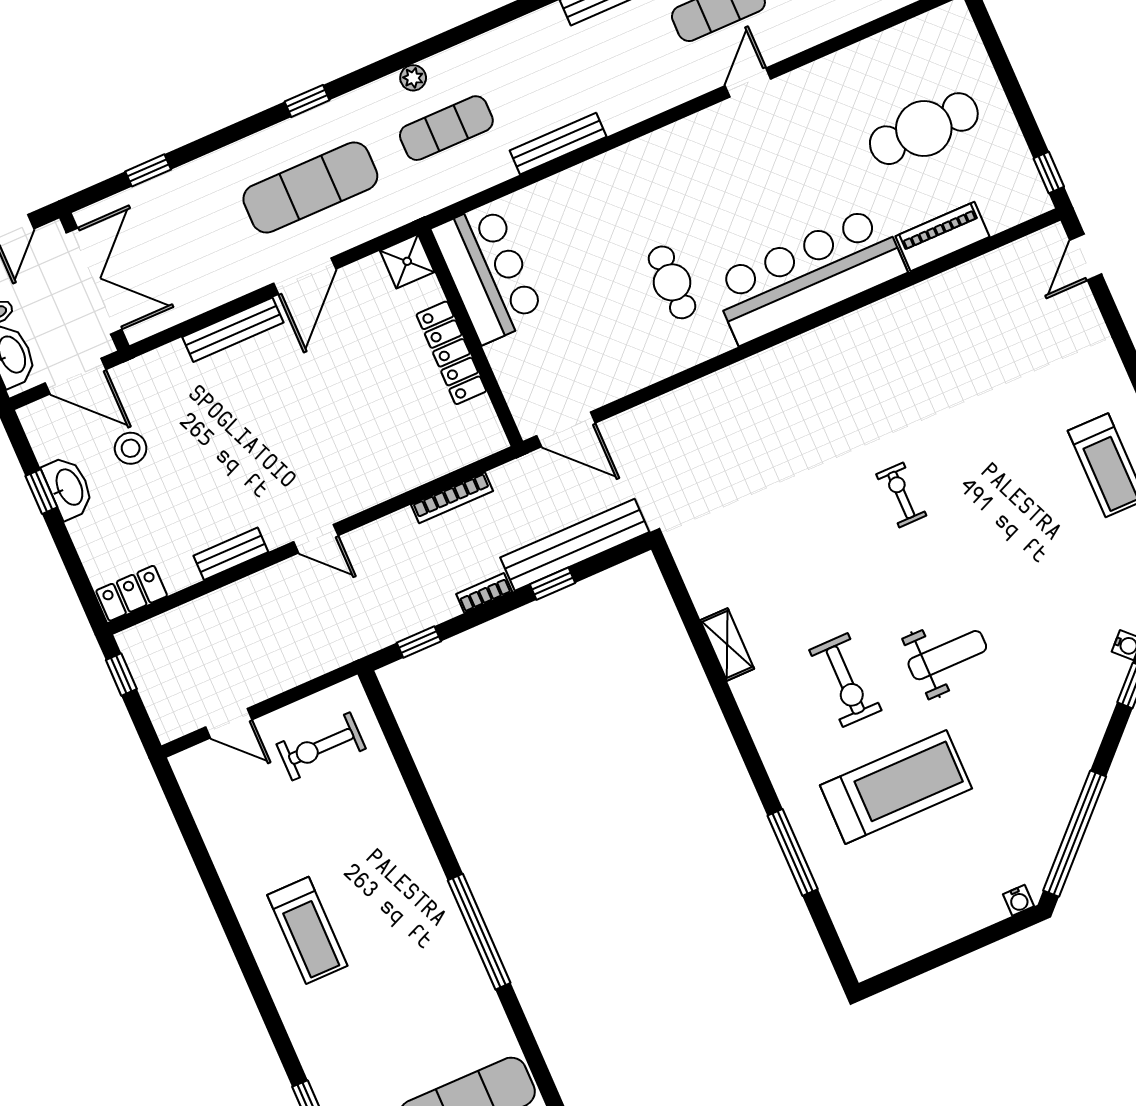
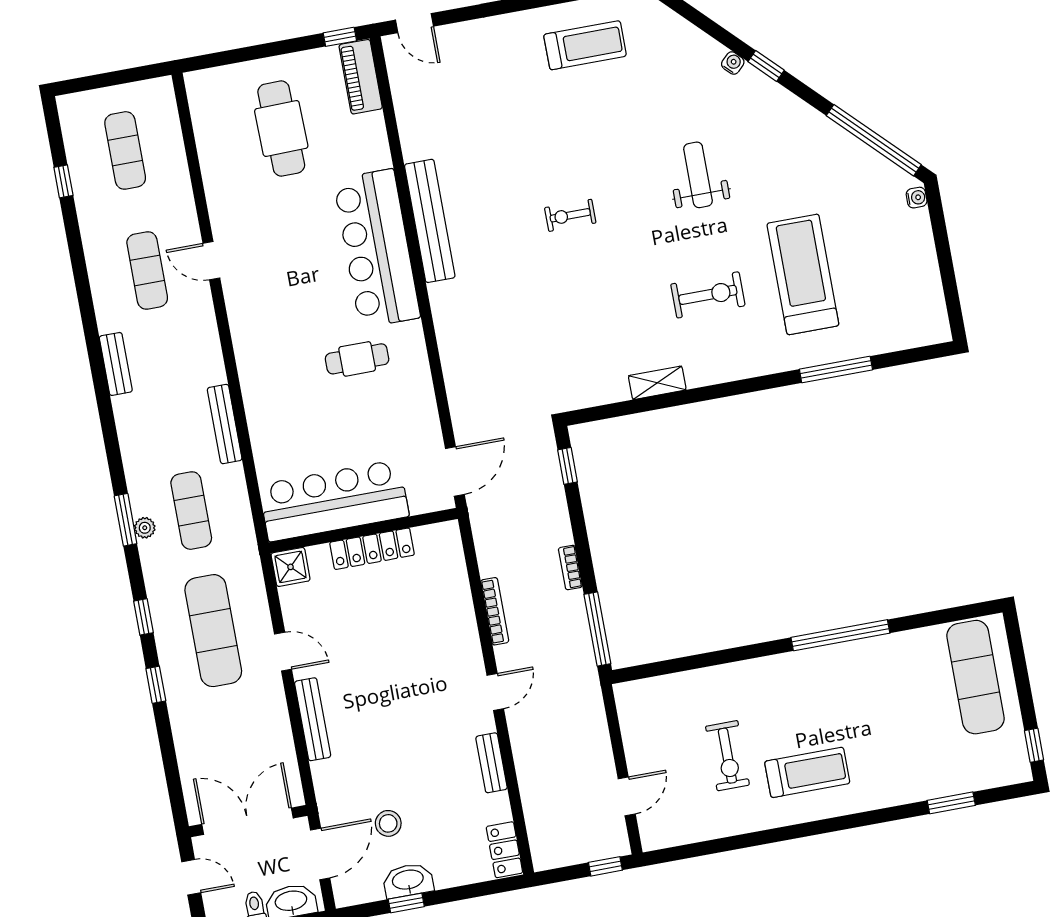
window: (417, 53) -> (126, 520), added
window: (148, 170) -> (156, 685), moved
piano: (942, 237) -> (361, 77), moved
bar counter: (488, 273) -> (334, 501), width x1.36
door: (305, 276) -> (283, 652), width x0.73
bookcase: (452, 498) -> (495, 611), moved
bench: (575, 545) -> (430, 221), moved
window: (553, 584) -> (567, 466), moved
window: (419, 642) -> (597, 629), width x2.17
weight bench: (947, 655) -> (698, 175), moved
window: (121, 675) -> (605, 866), moved
exercise bike: (321, 746) -> (727, 756), moved

